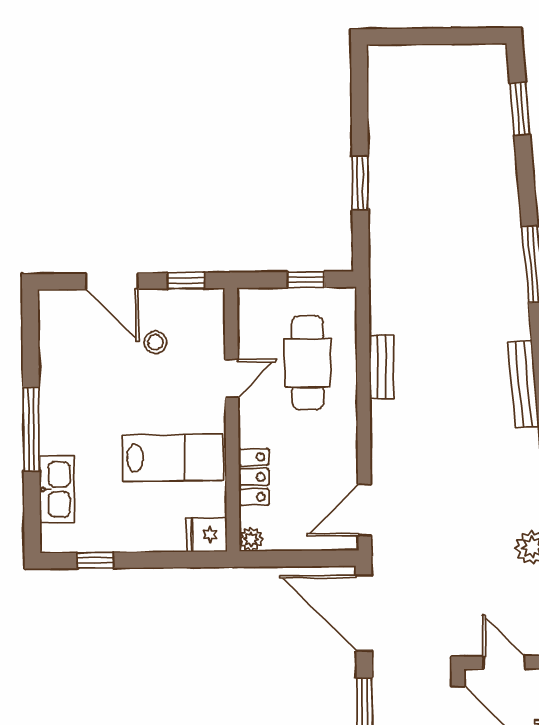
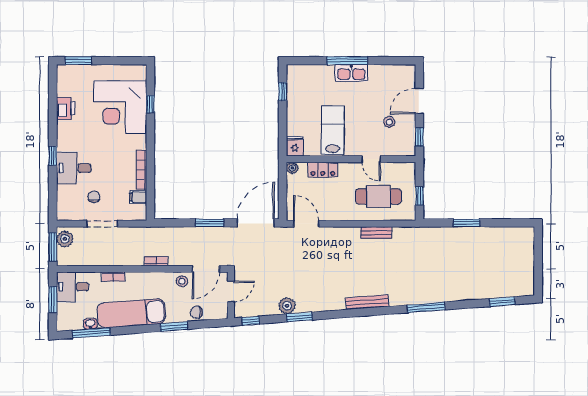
lab bench: (173, 458) -> (333, 130), turned 180
kitchen sink: (57, 489) -> (351, 73), moved

